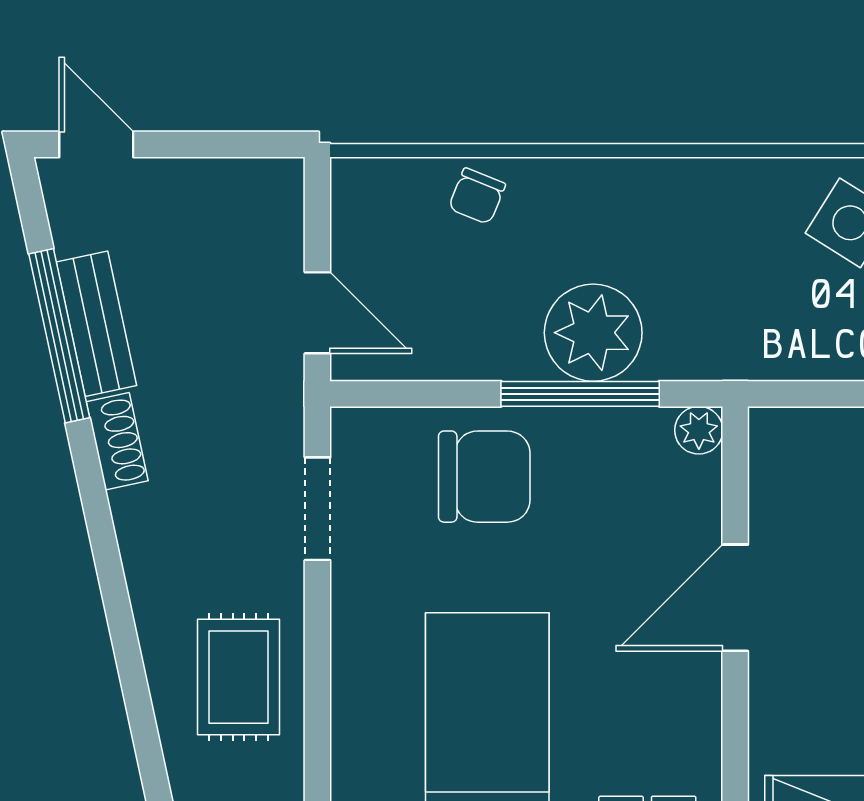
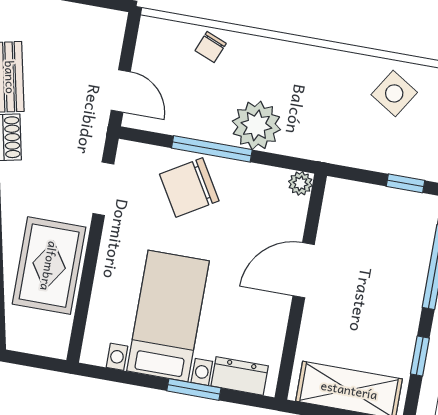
window: (580, 394) -> (212, 149), moved
chair: (484, 477) -> (189, 187), turned 149
rug: (239, 677) -> (49, 266), width x1.36, depth x1.43

